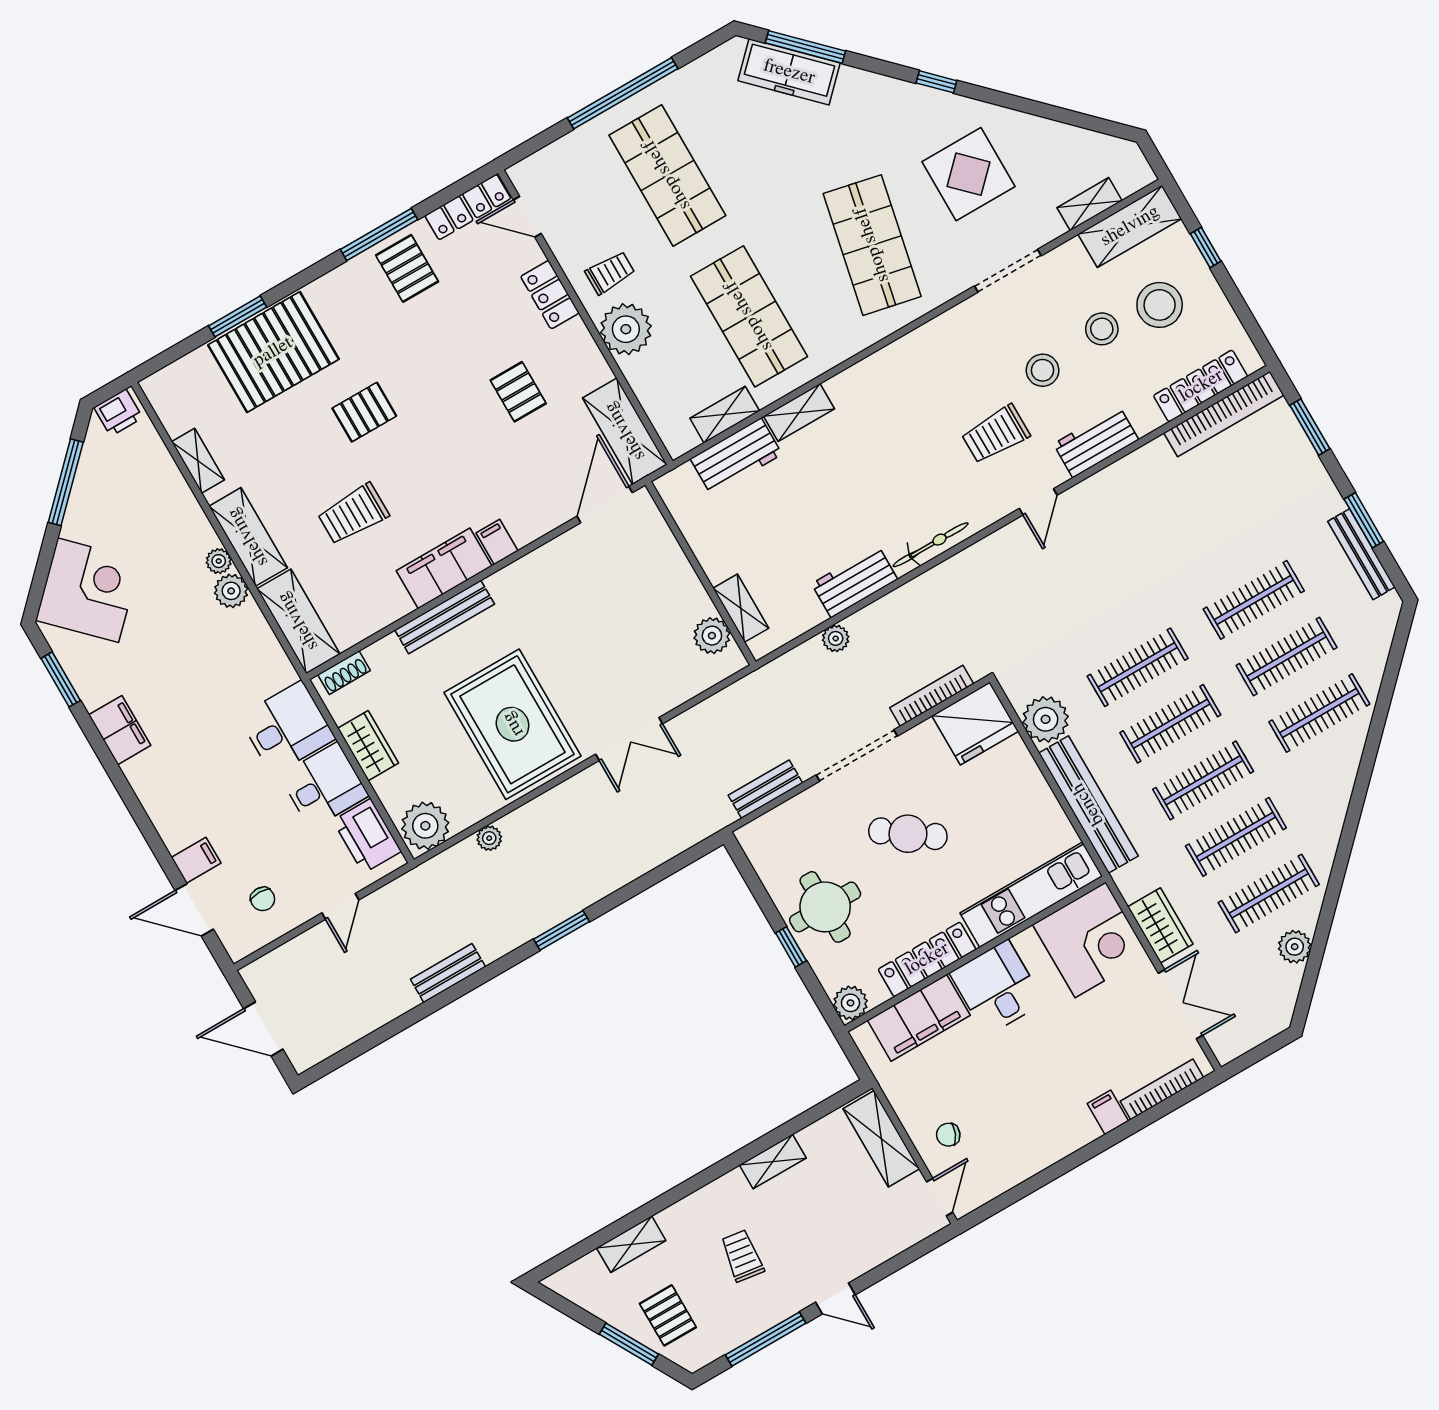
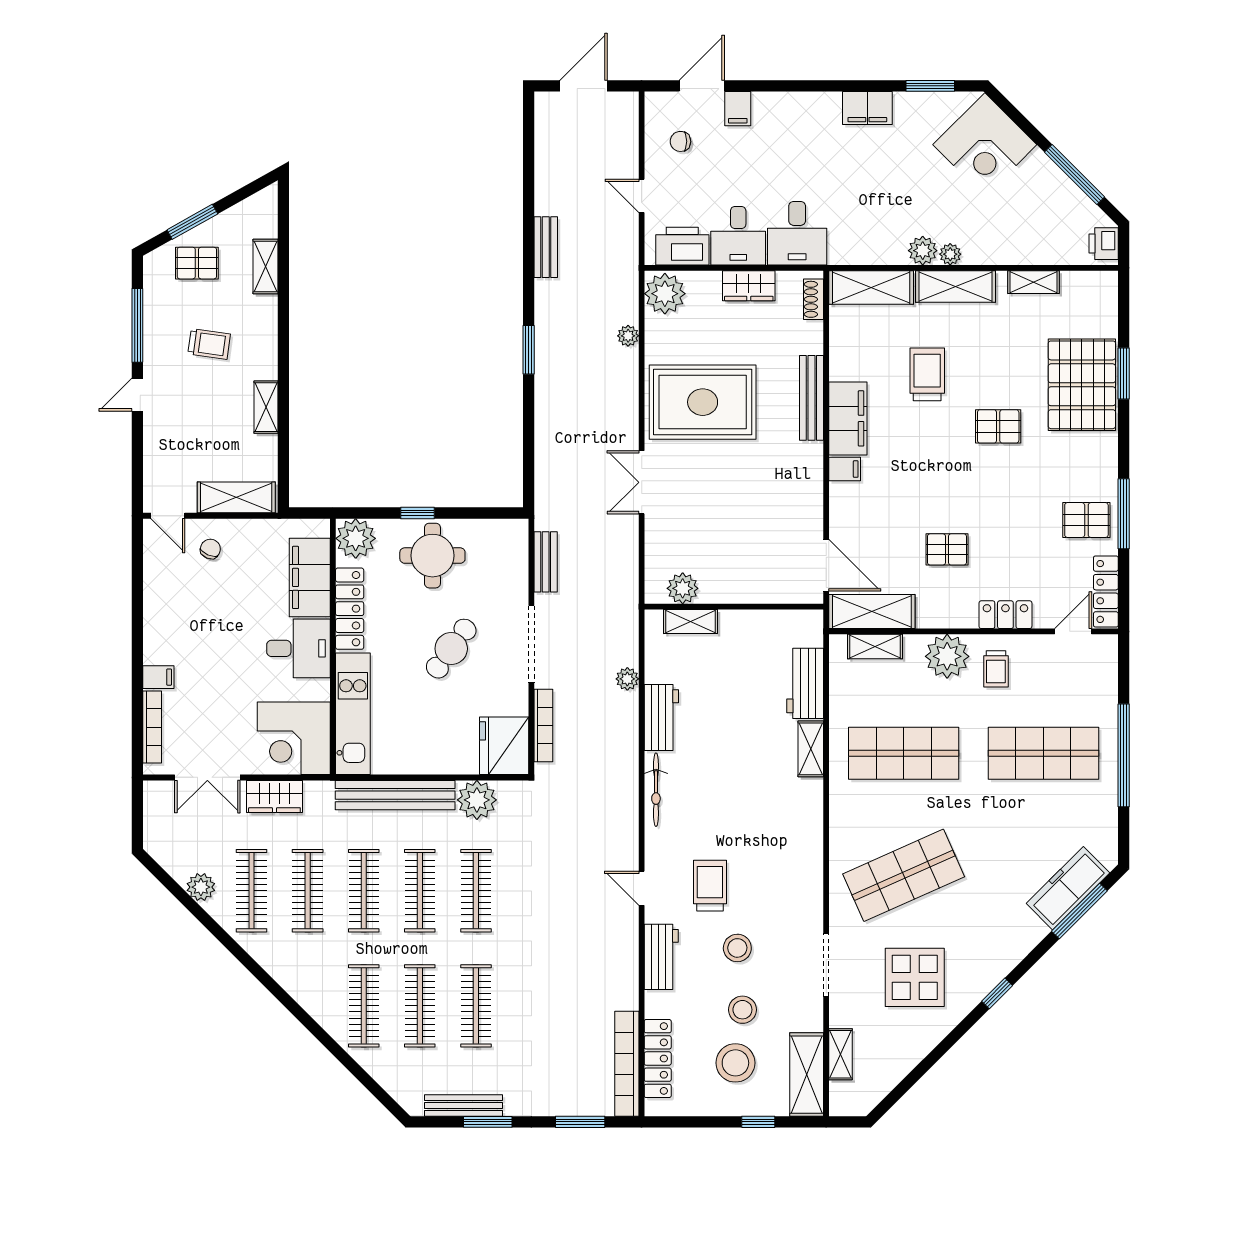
shop shelf: (872, 245) -> (904, 875), turned -36
pallet: (364, 412) -> (998, 426), turned 90
shelving: (725, 415) -> (875, 647), moved, turned 90
plant: (851, 1003) -> (356, 538), width x1.36, depth x1.36

